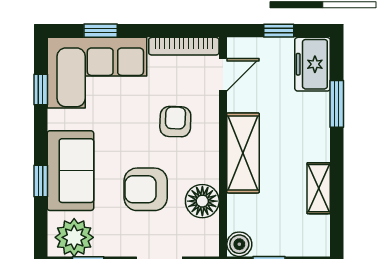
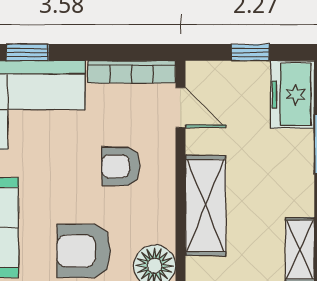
door: (223, 75) -> (180, 108), hinge flipped
armchair: (175, 122) -> (121, 166), turned -92

